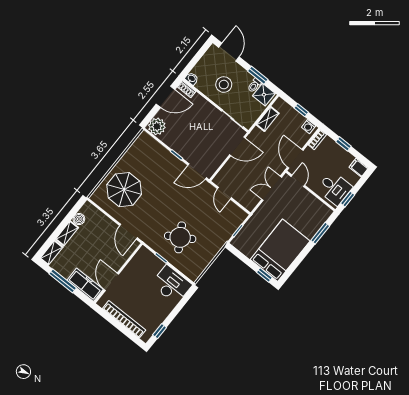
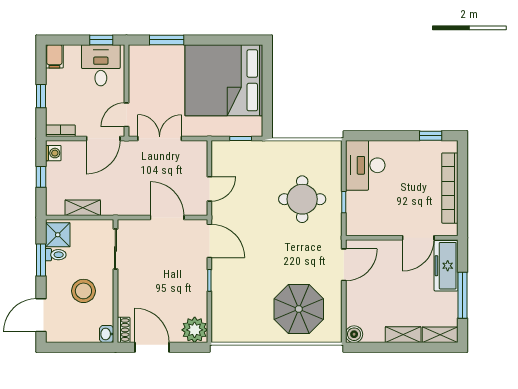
door: (237, 146) -> (167, 218), moved
double door: (272, 188) -> (160, 138), swing flipped
boiler: (79, 219) -> (354, 334), moved
round table: (180, 237) -> (302, 199), turned 31
bed: (280, 250) -> (224, 80), width x1.36
window: (264, 275) -> (267, 66), removed

